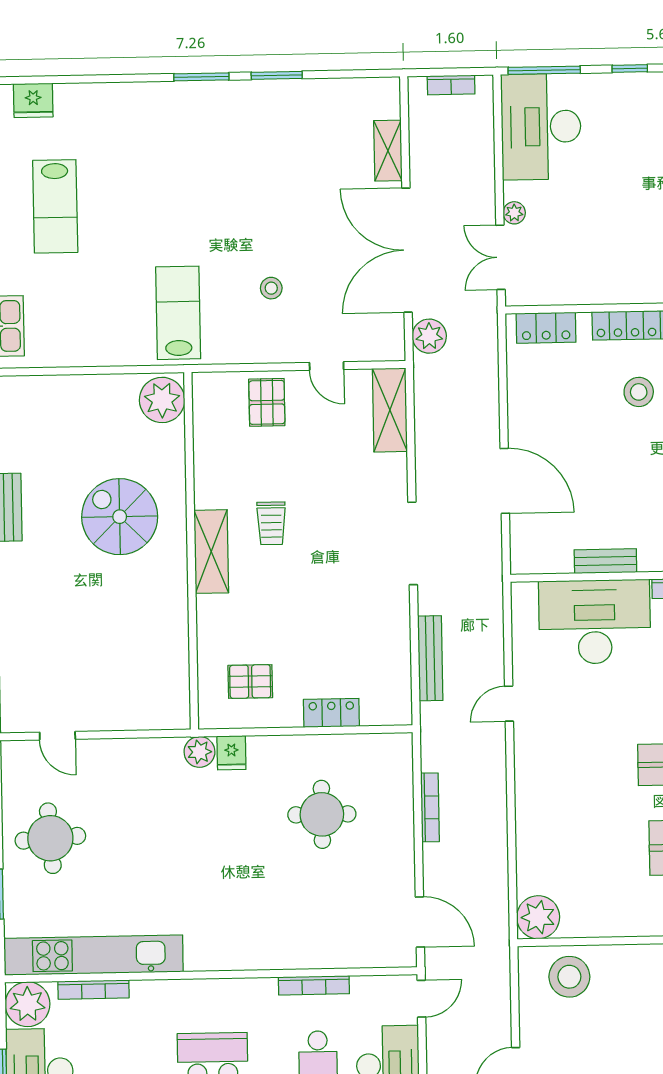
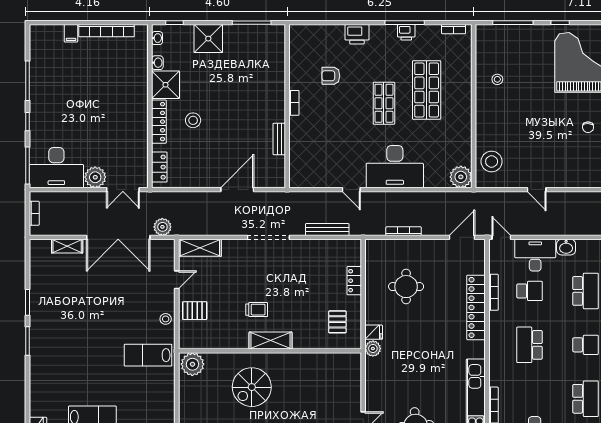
plant: (514, 213) -> (95, 177), width x1.88, depth x1.88
stool: (271, 288) -> (166, 319), moved
desk: (595, 622) -> (395, 167), moved, turned -90
locker: (284, 952) -> (476, 307), added

